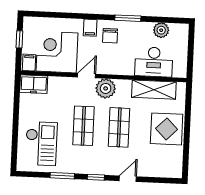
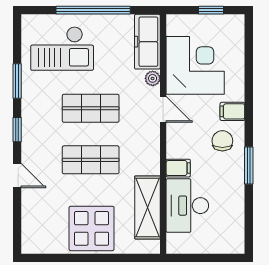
plant: (161, 30) -> (234, 214), removed
chair: (110, 36) -> (222, 141), turned 90
filing cabinet: (29, 63) -> (178, 168), moved
freezer: (34, 84) -> (147, 42), width x1.40
plant: (106, 88) -> (153, 78), moved, width x0.53, depth x0.53
window: (16, 121) -> (93, 10), added

